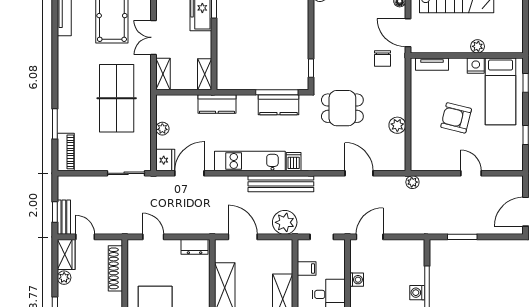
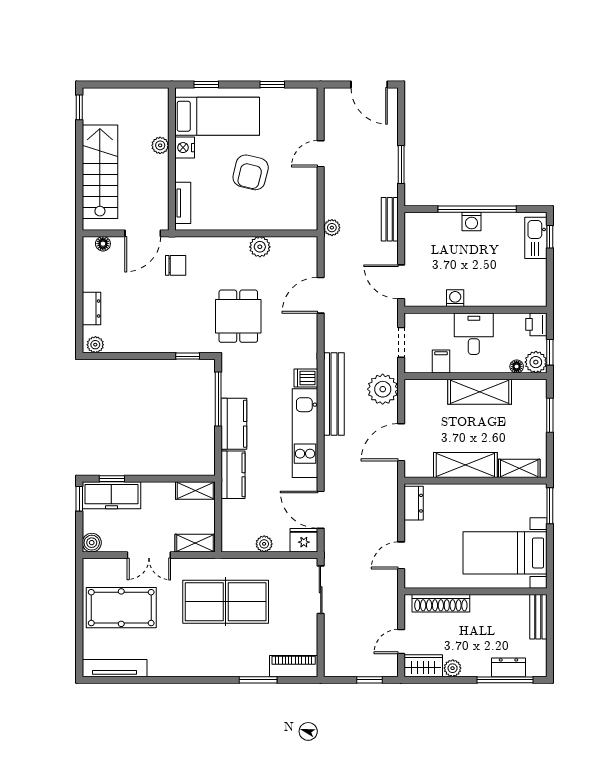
kitchen counter: (279, 105) -> (234, 424), moved
bench: (64, 217) -> (390, 219), moved, turned 90

